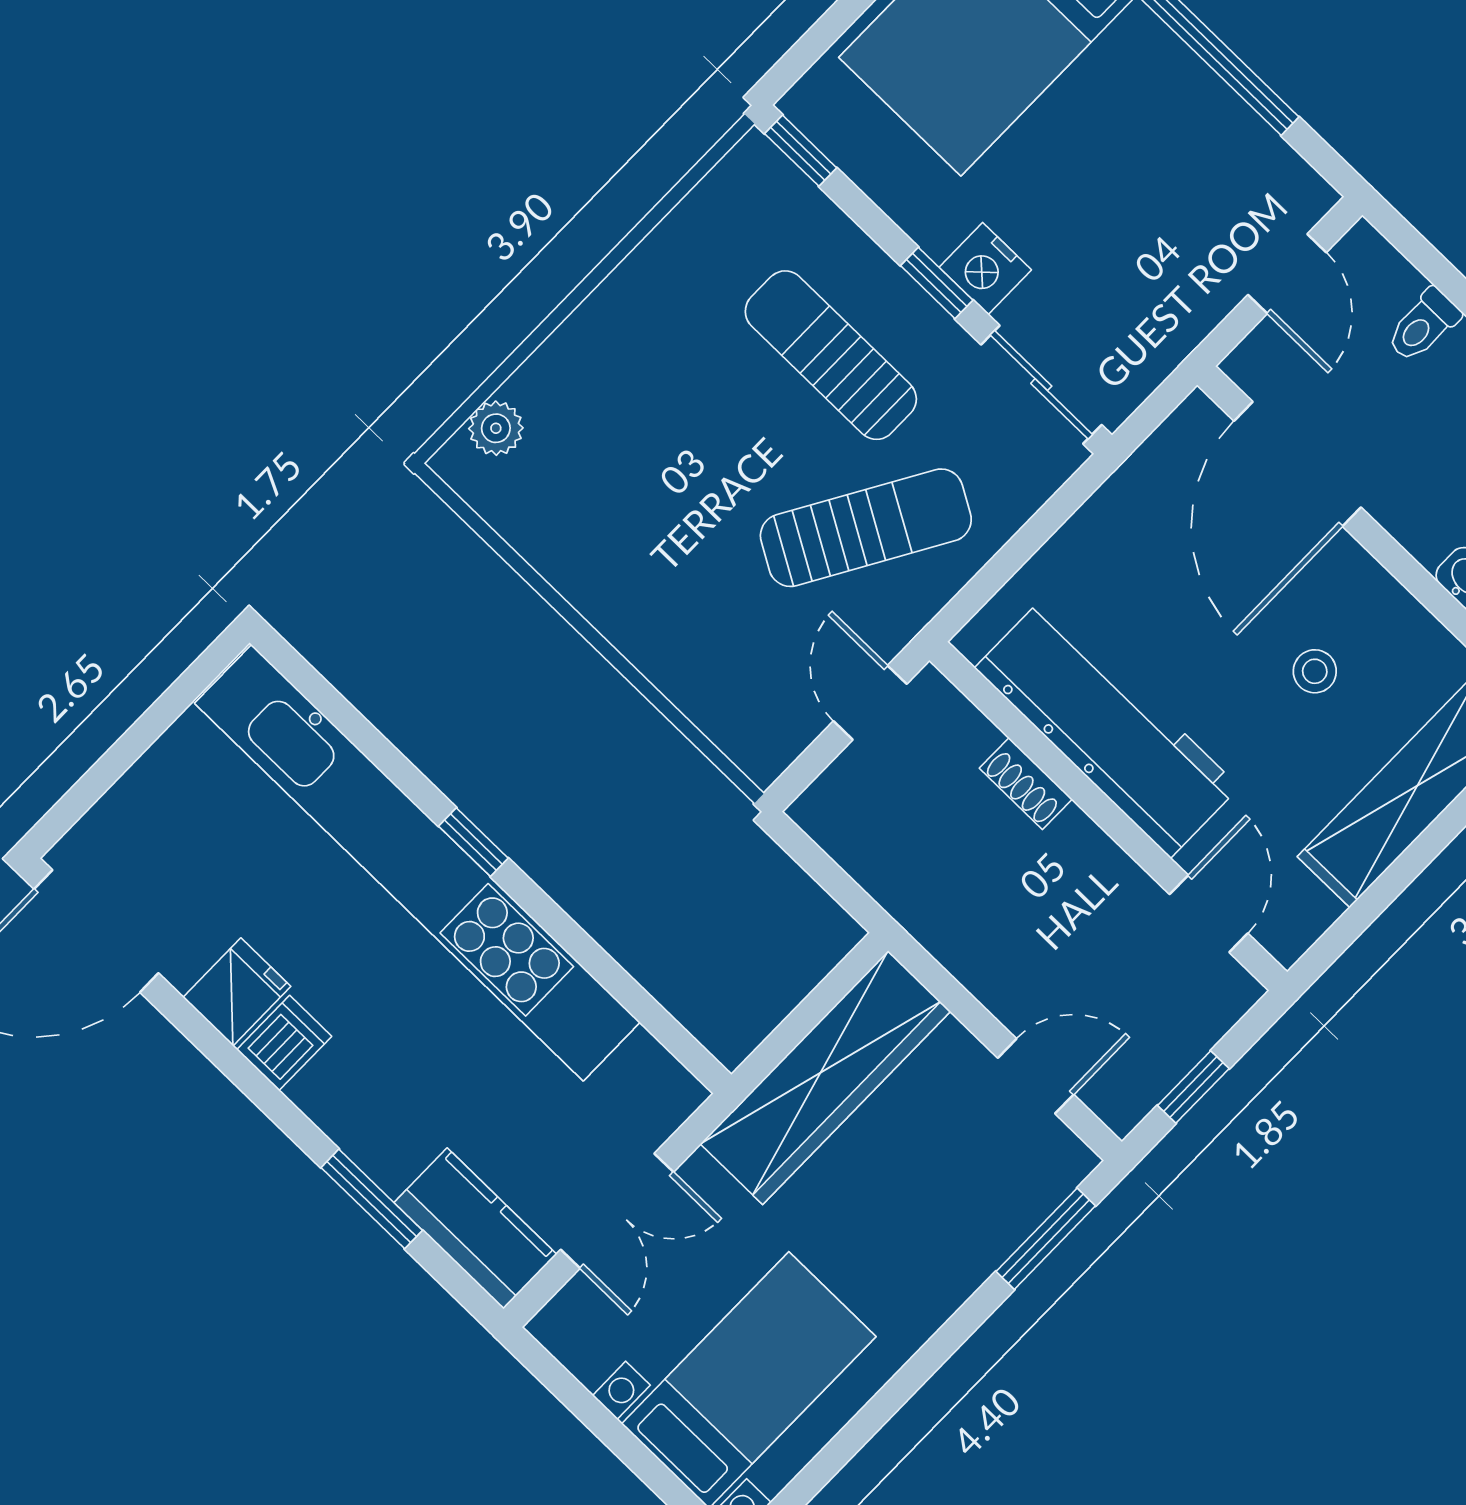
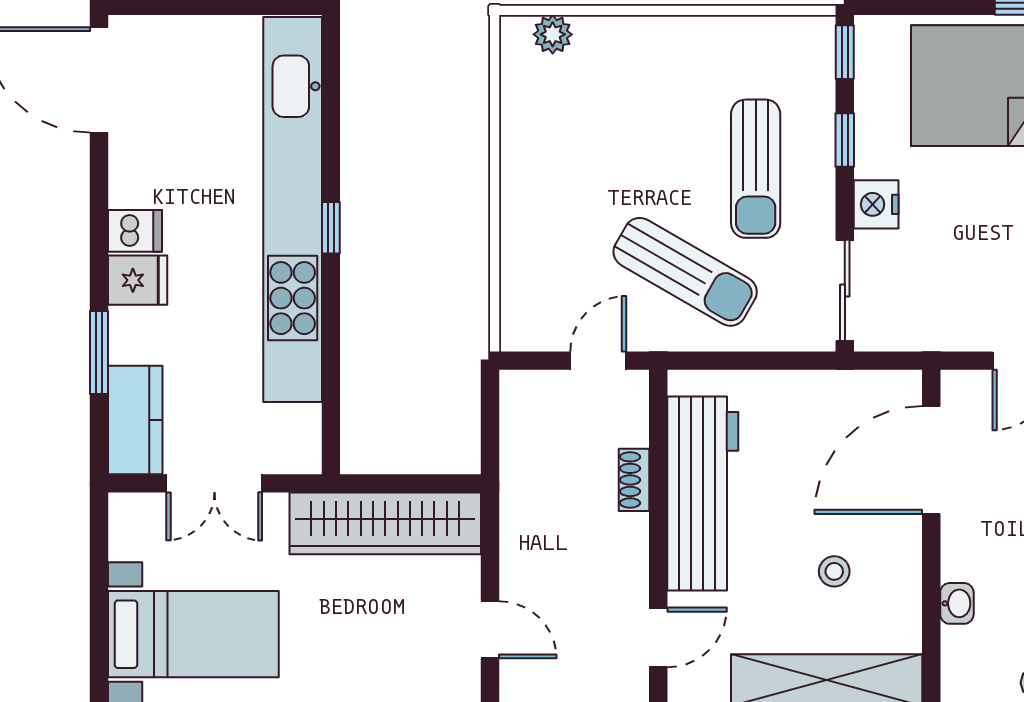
window: (937, 283) -> (845, 140), moved
sun lounger: (831, 355) -> (756, 169), turned 180
fridge: (237, 992) -> (138, 280), moved

